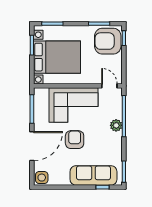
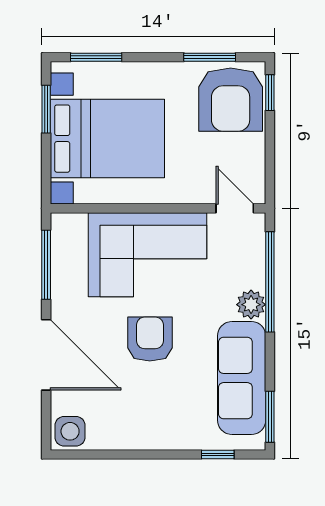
armchair: (108, 41) -> (231, 100), turned -90
door: (32, 146) -> (46, 355), hinge flipped
sofa: (93, 175) -> (242, 378), moved, turned -90

